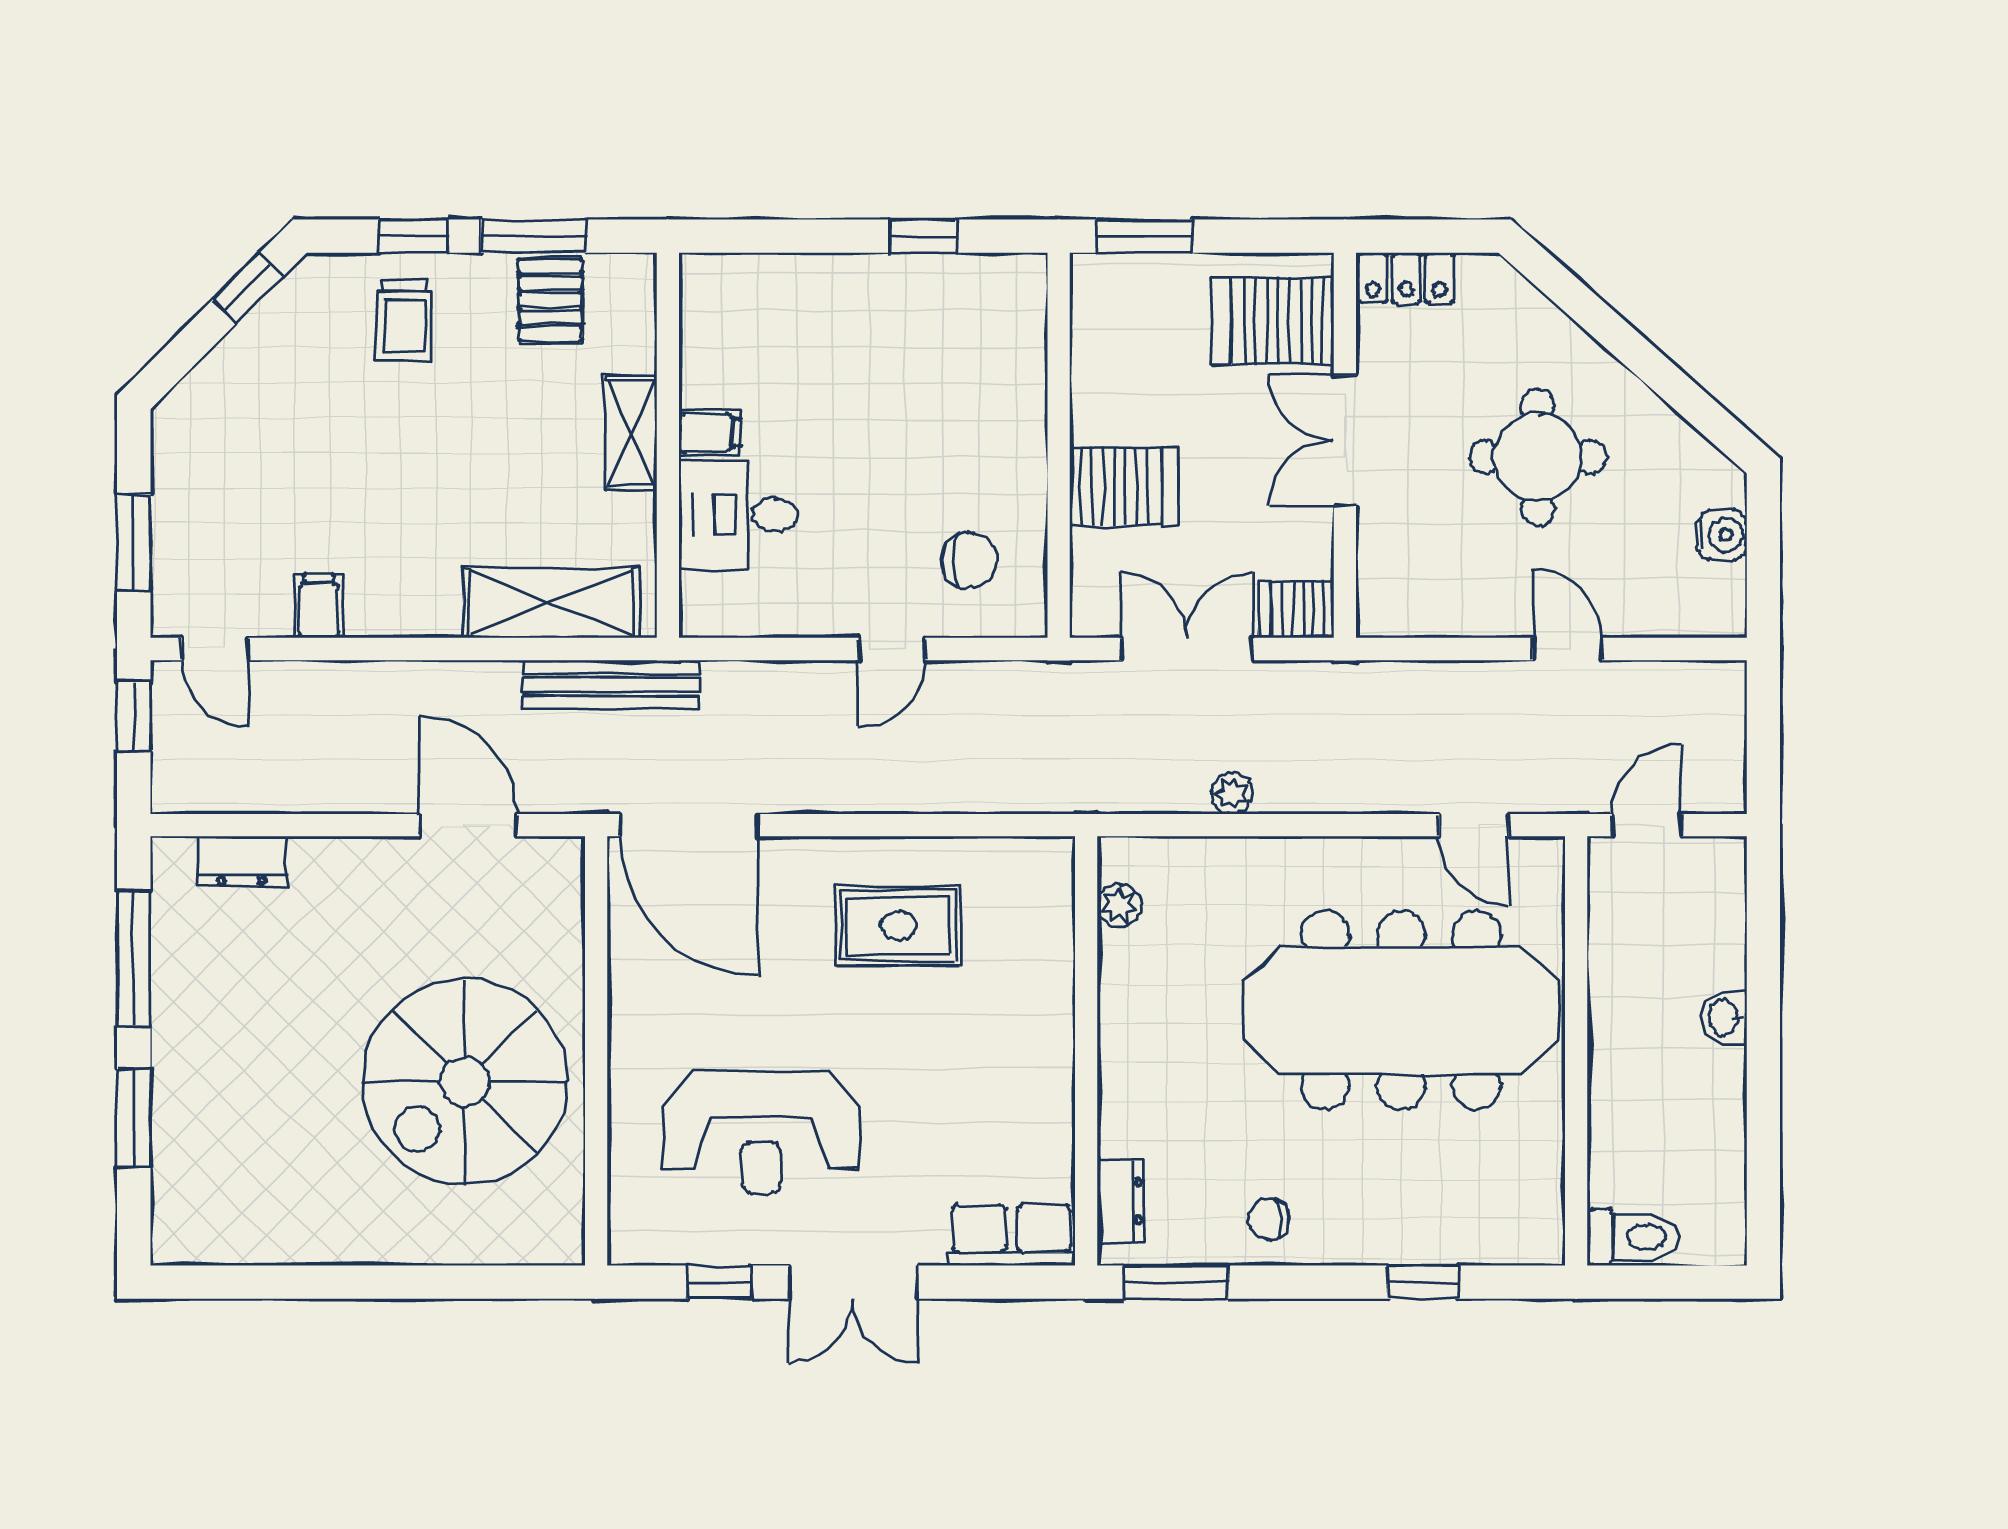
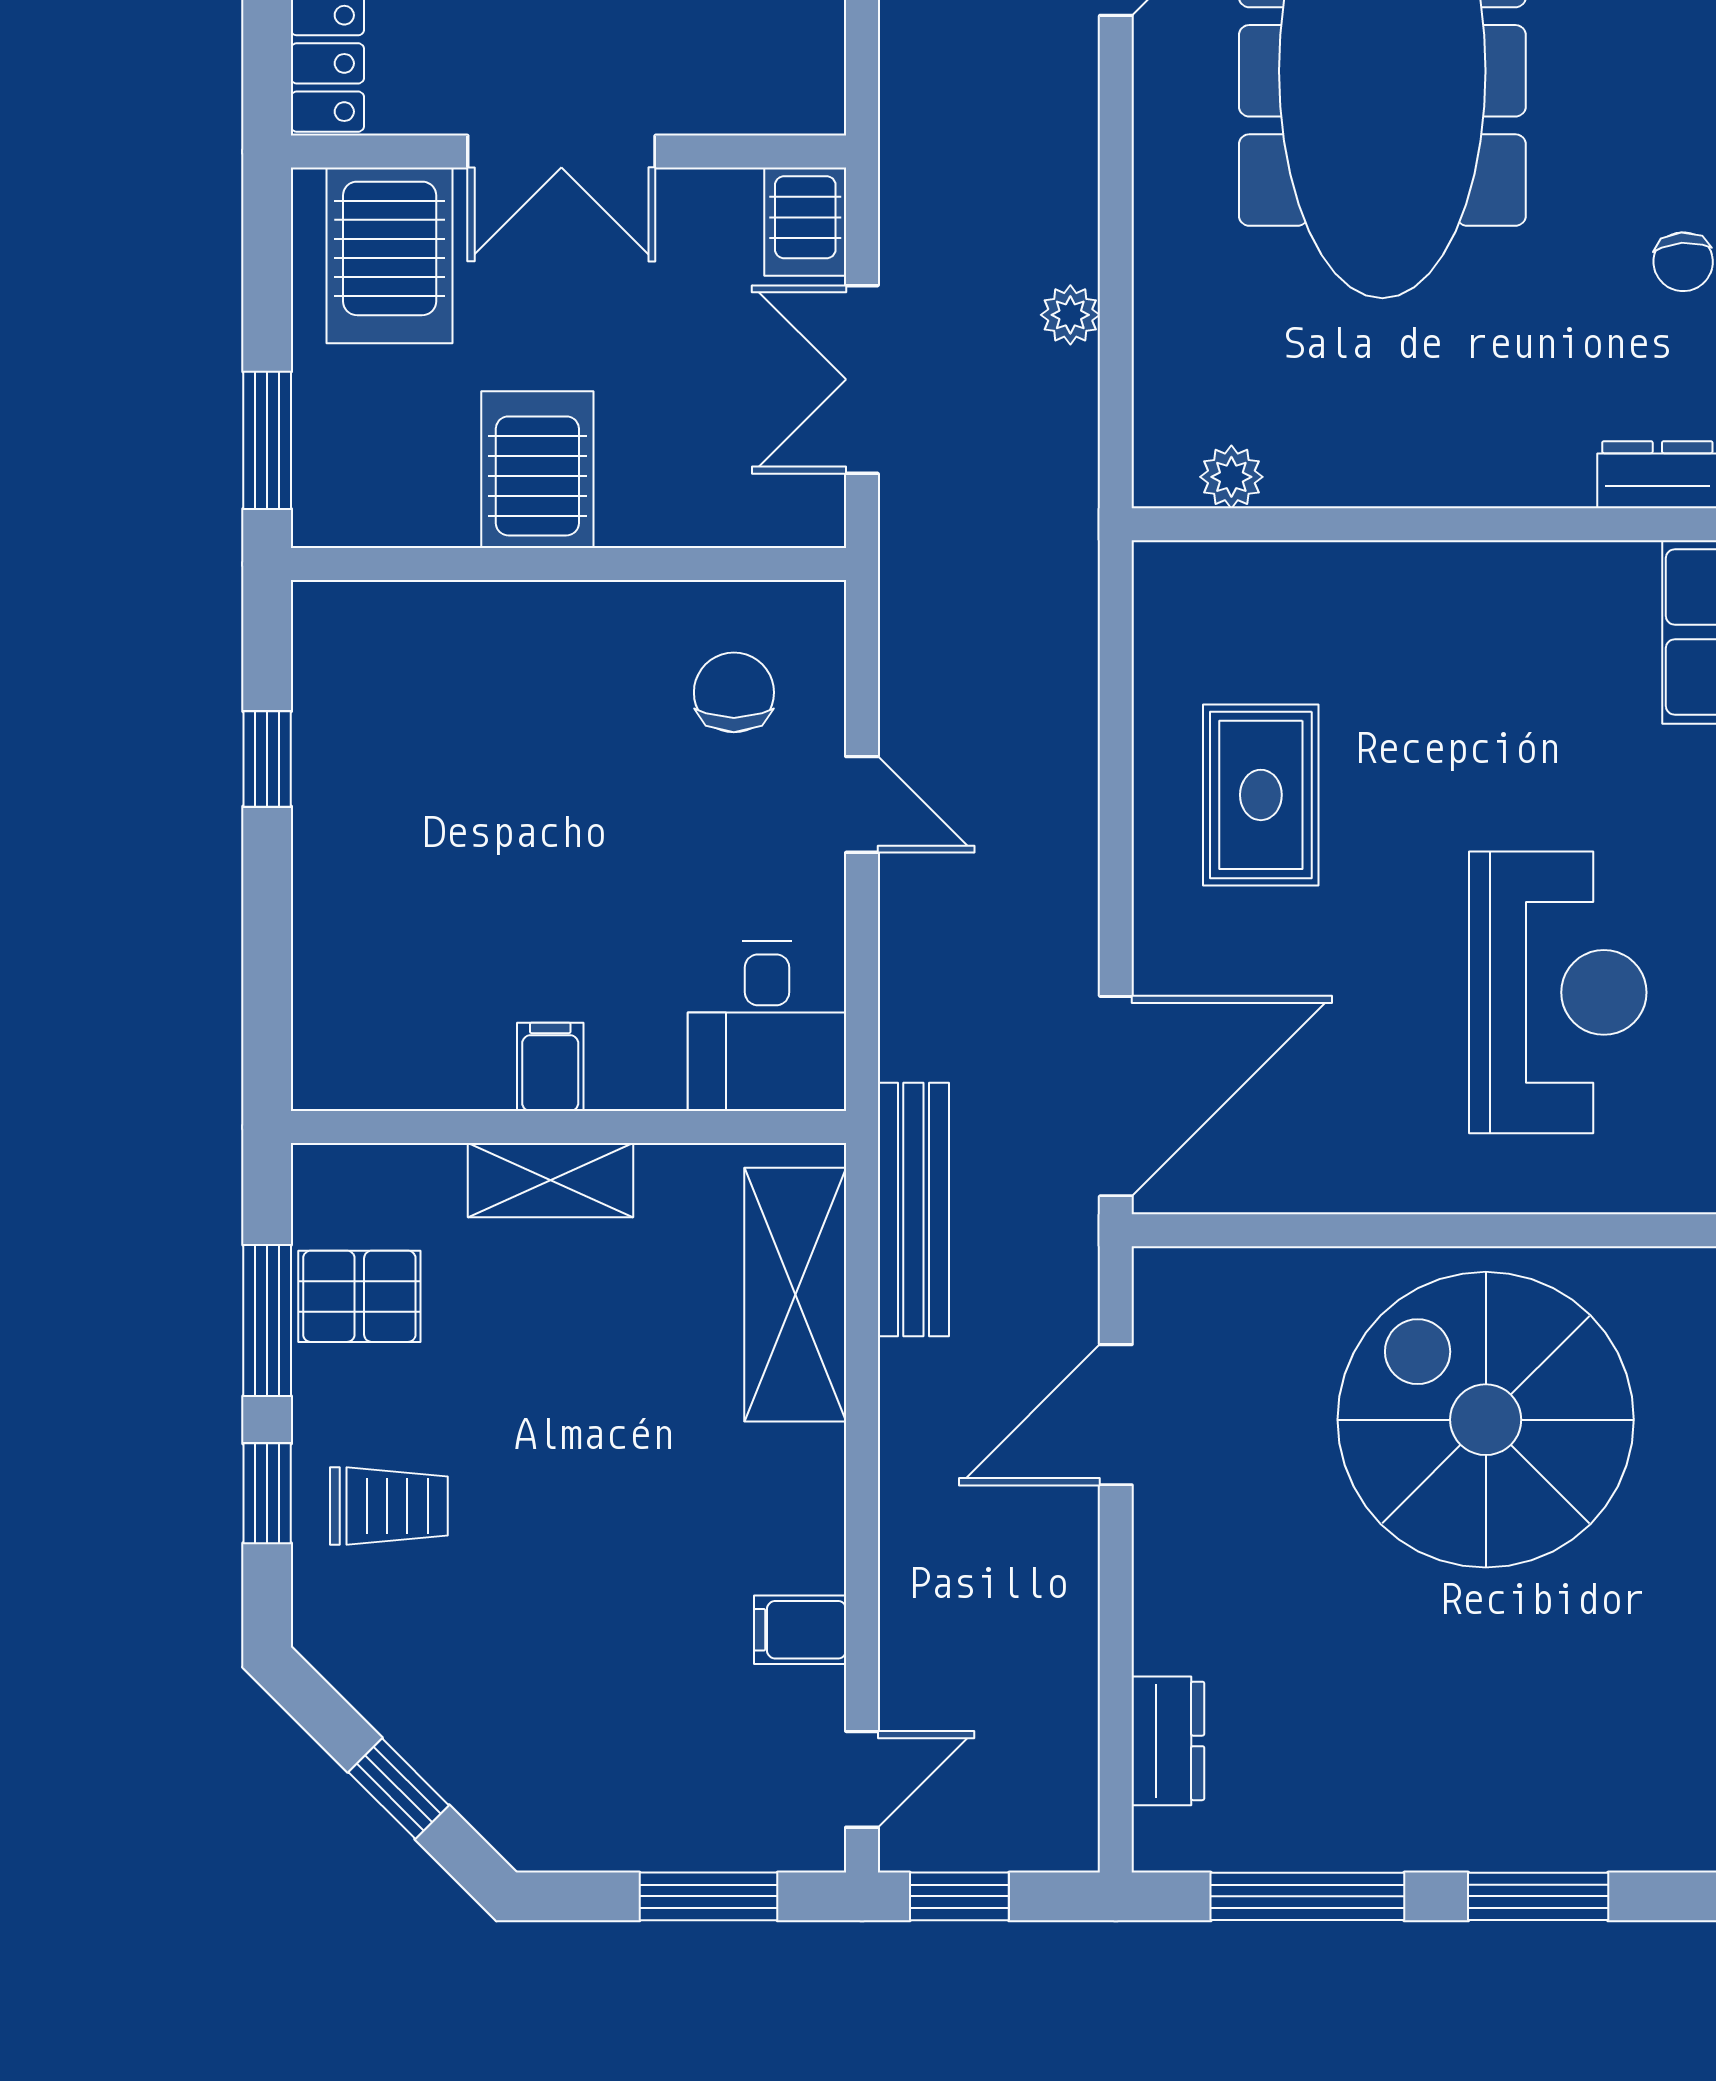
window: (248, 288) -> (399, 1789), moved
server rack: (1124, 487) -> (537, 470), moved
desk: (738, 515) -> (767, 1026), moved
spiral stairs: (465, 1082) -> (1486, 1420), turned 180

